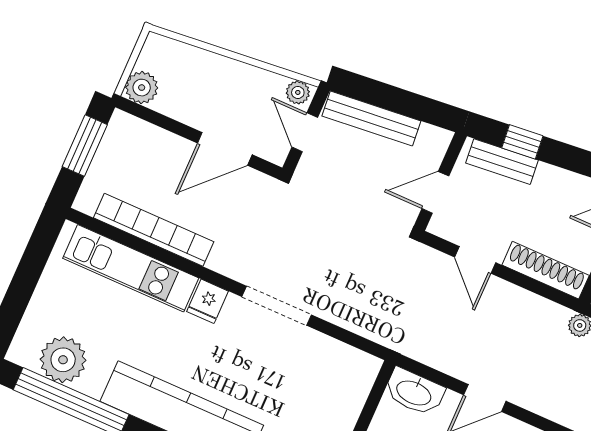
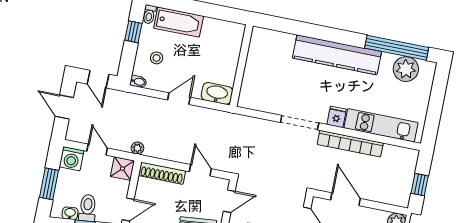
window: (85, 146) -> (420, 185), width x0.67
door: (225, 149) -> (345, 199), hinge flipped
bookcase: (154, 230) -> (350, 144), moved

